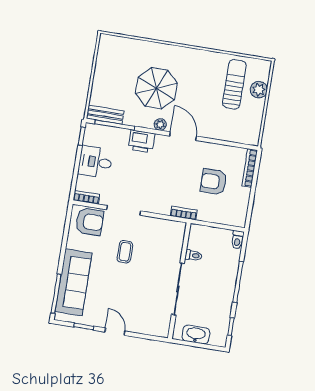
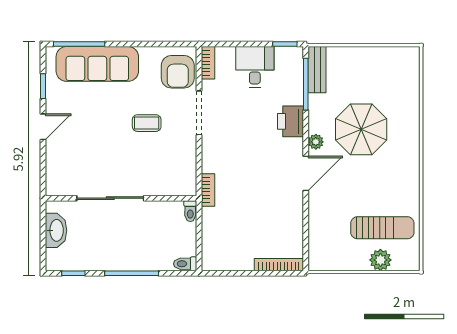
armchair: (214, 182) -> (254, 221), removed
toilet: (194, 255) -> (190, 211), moved

